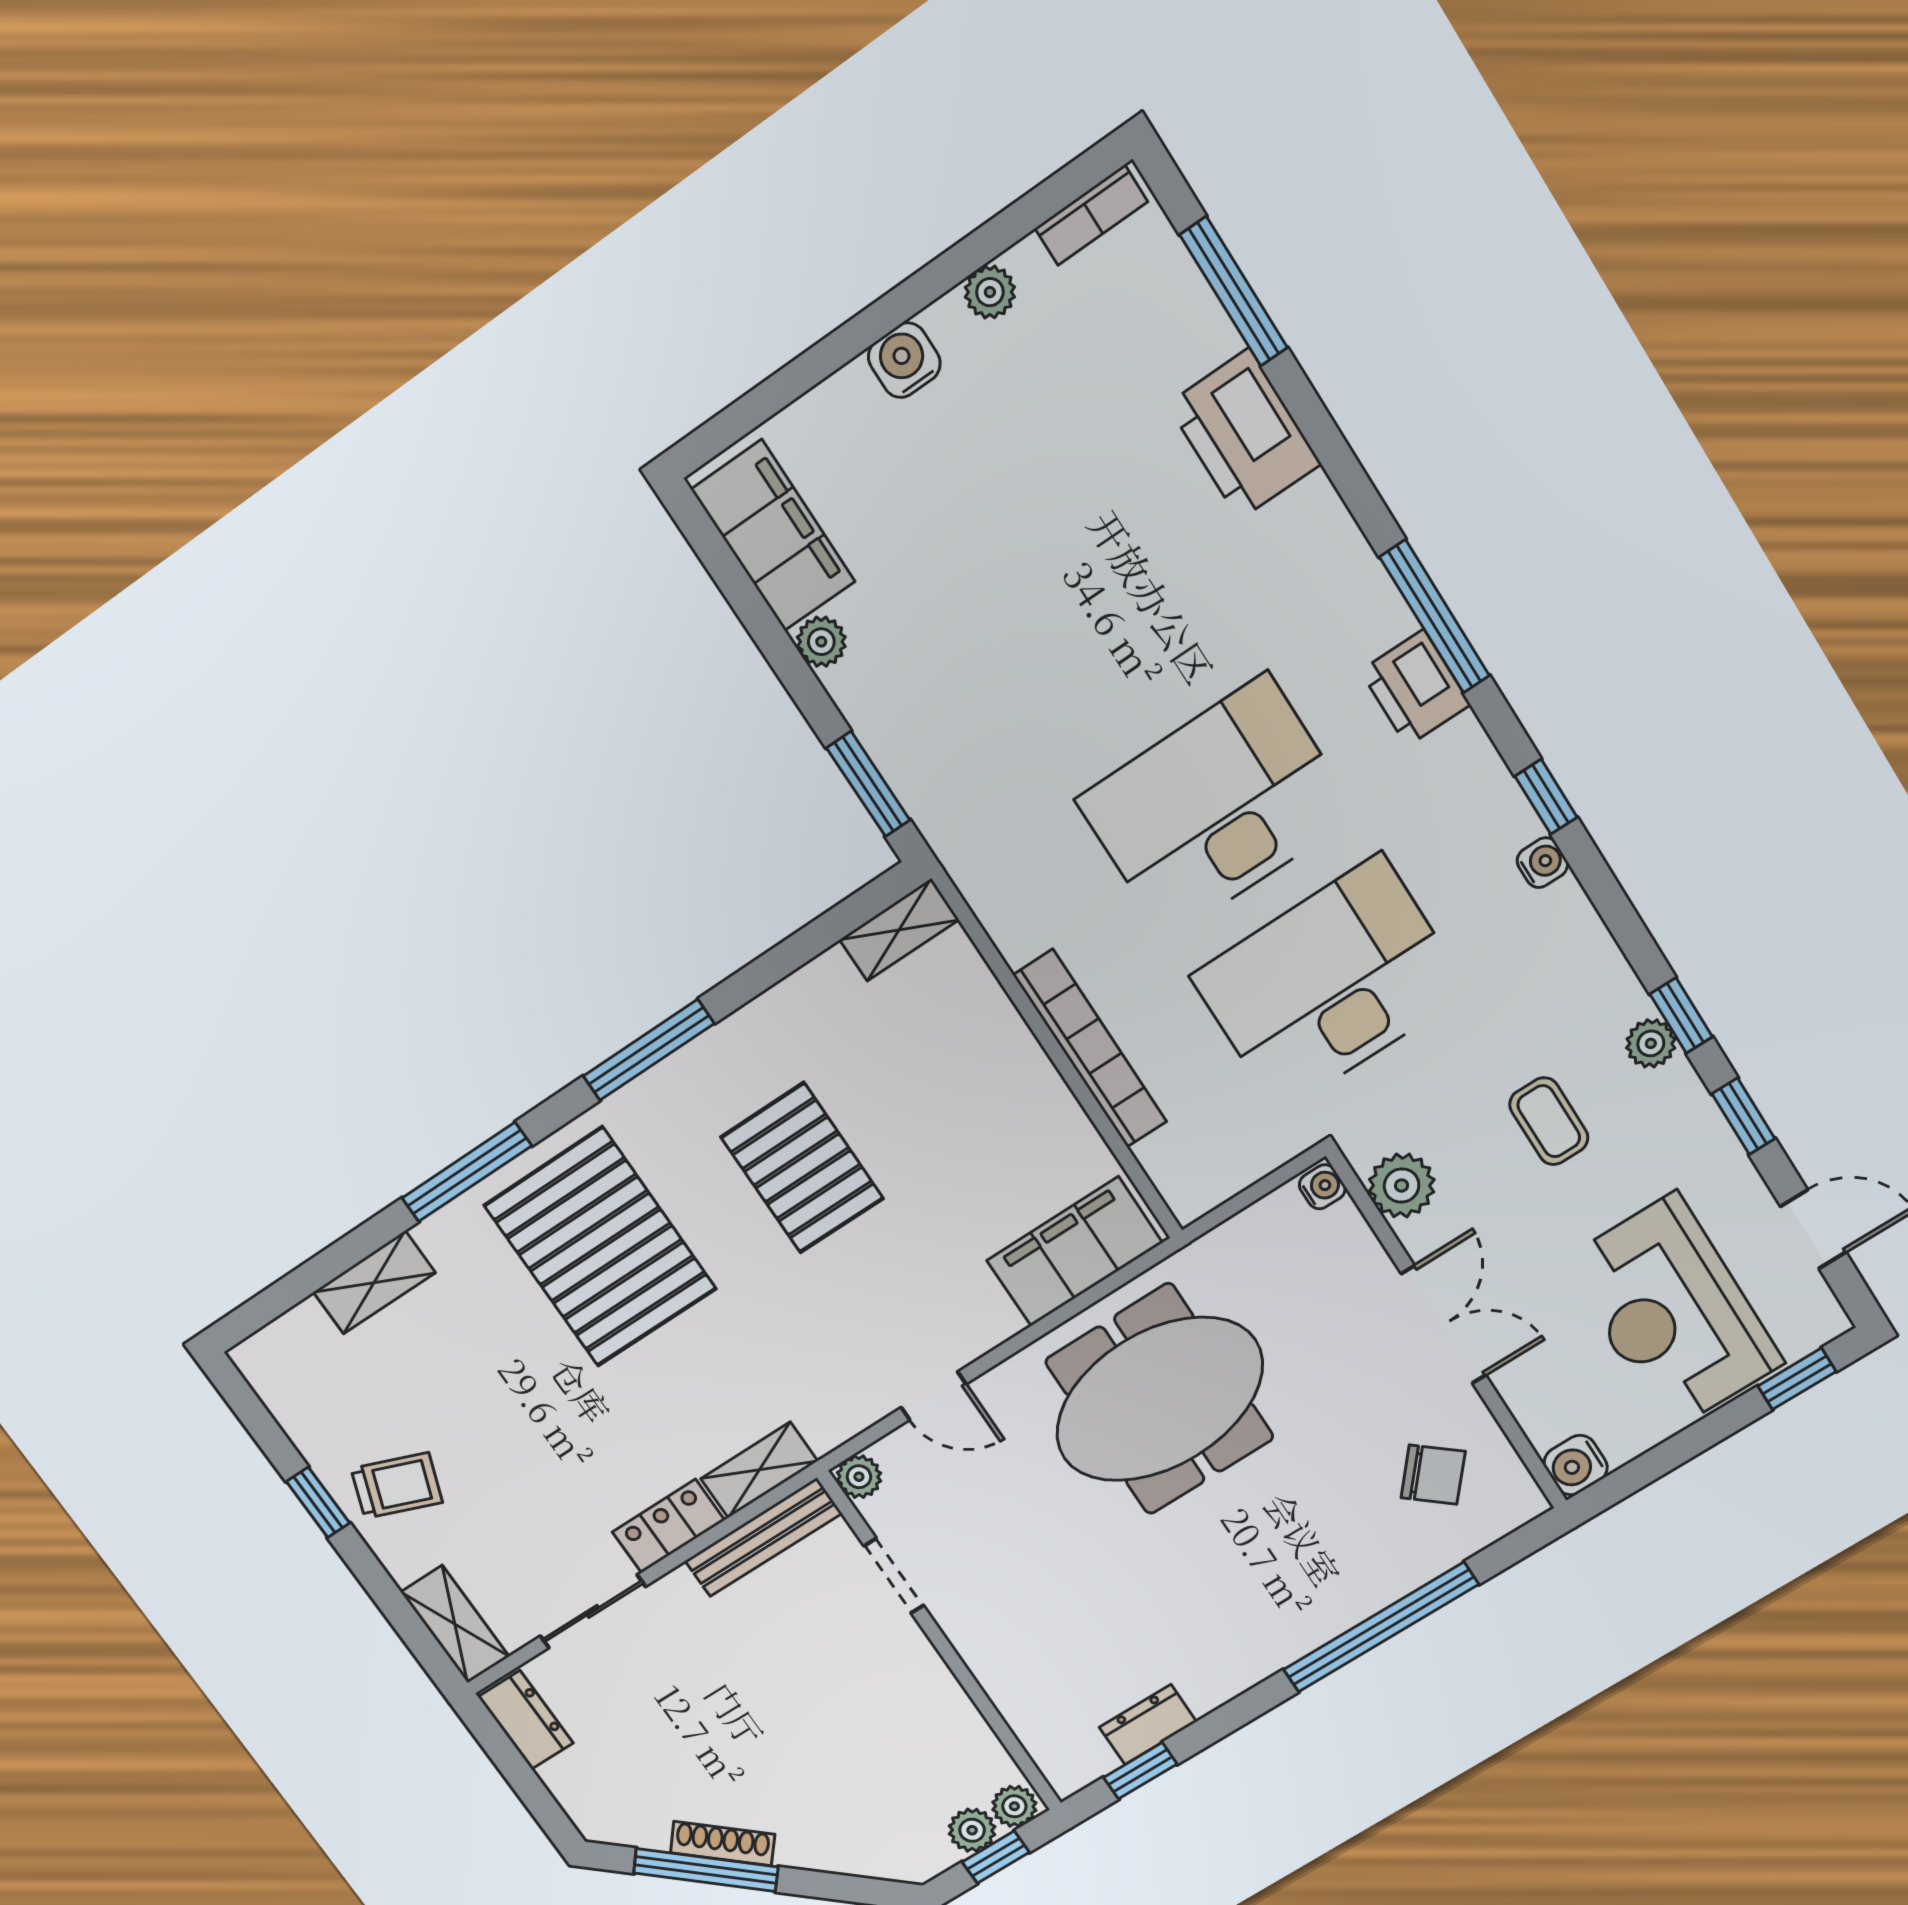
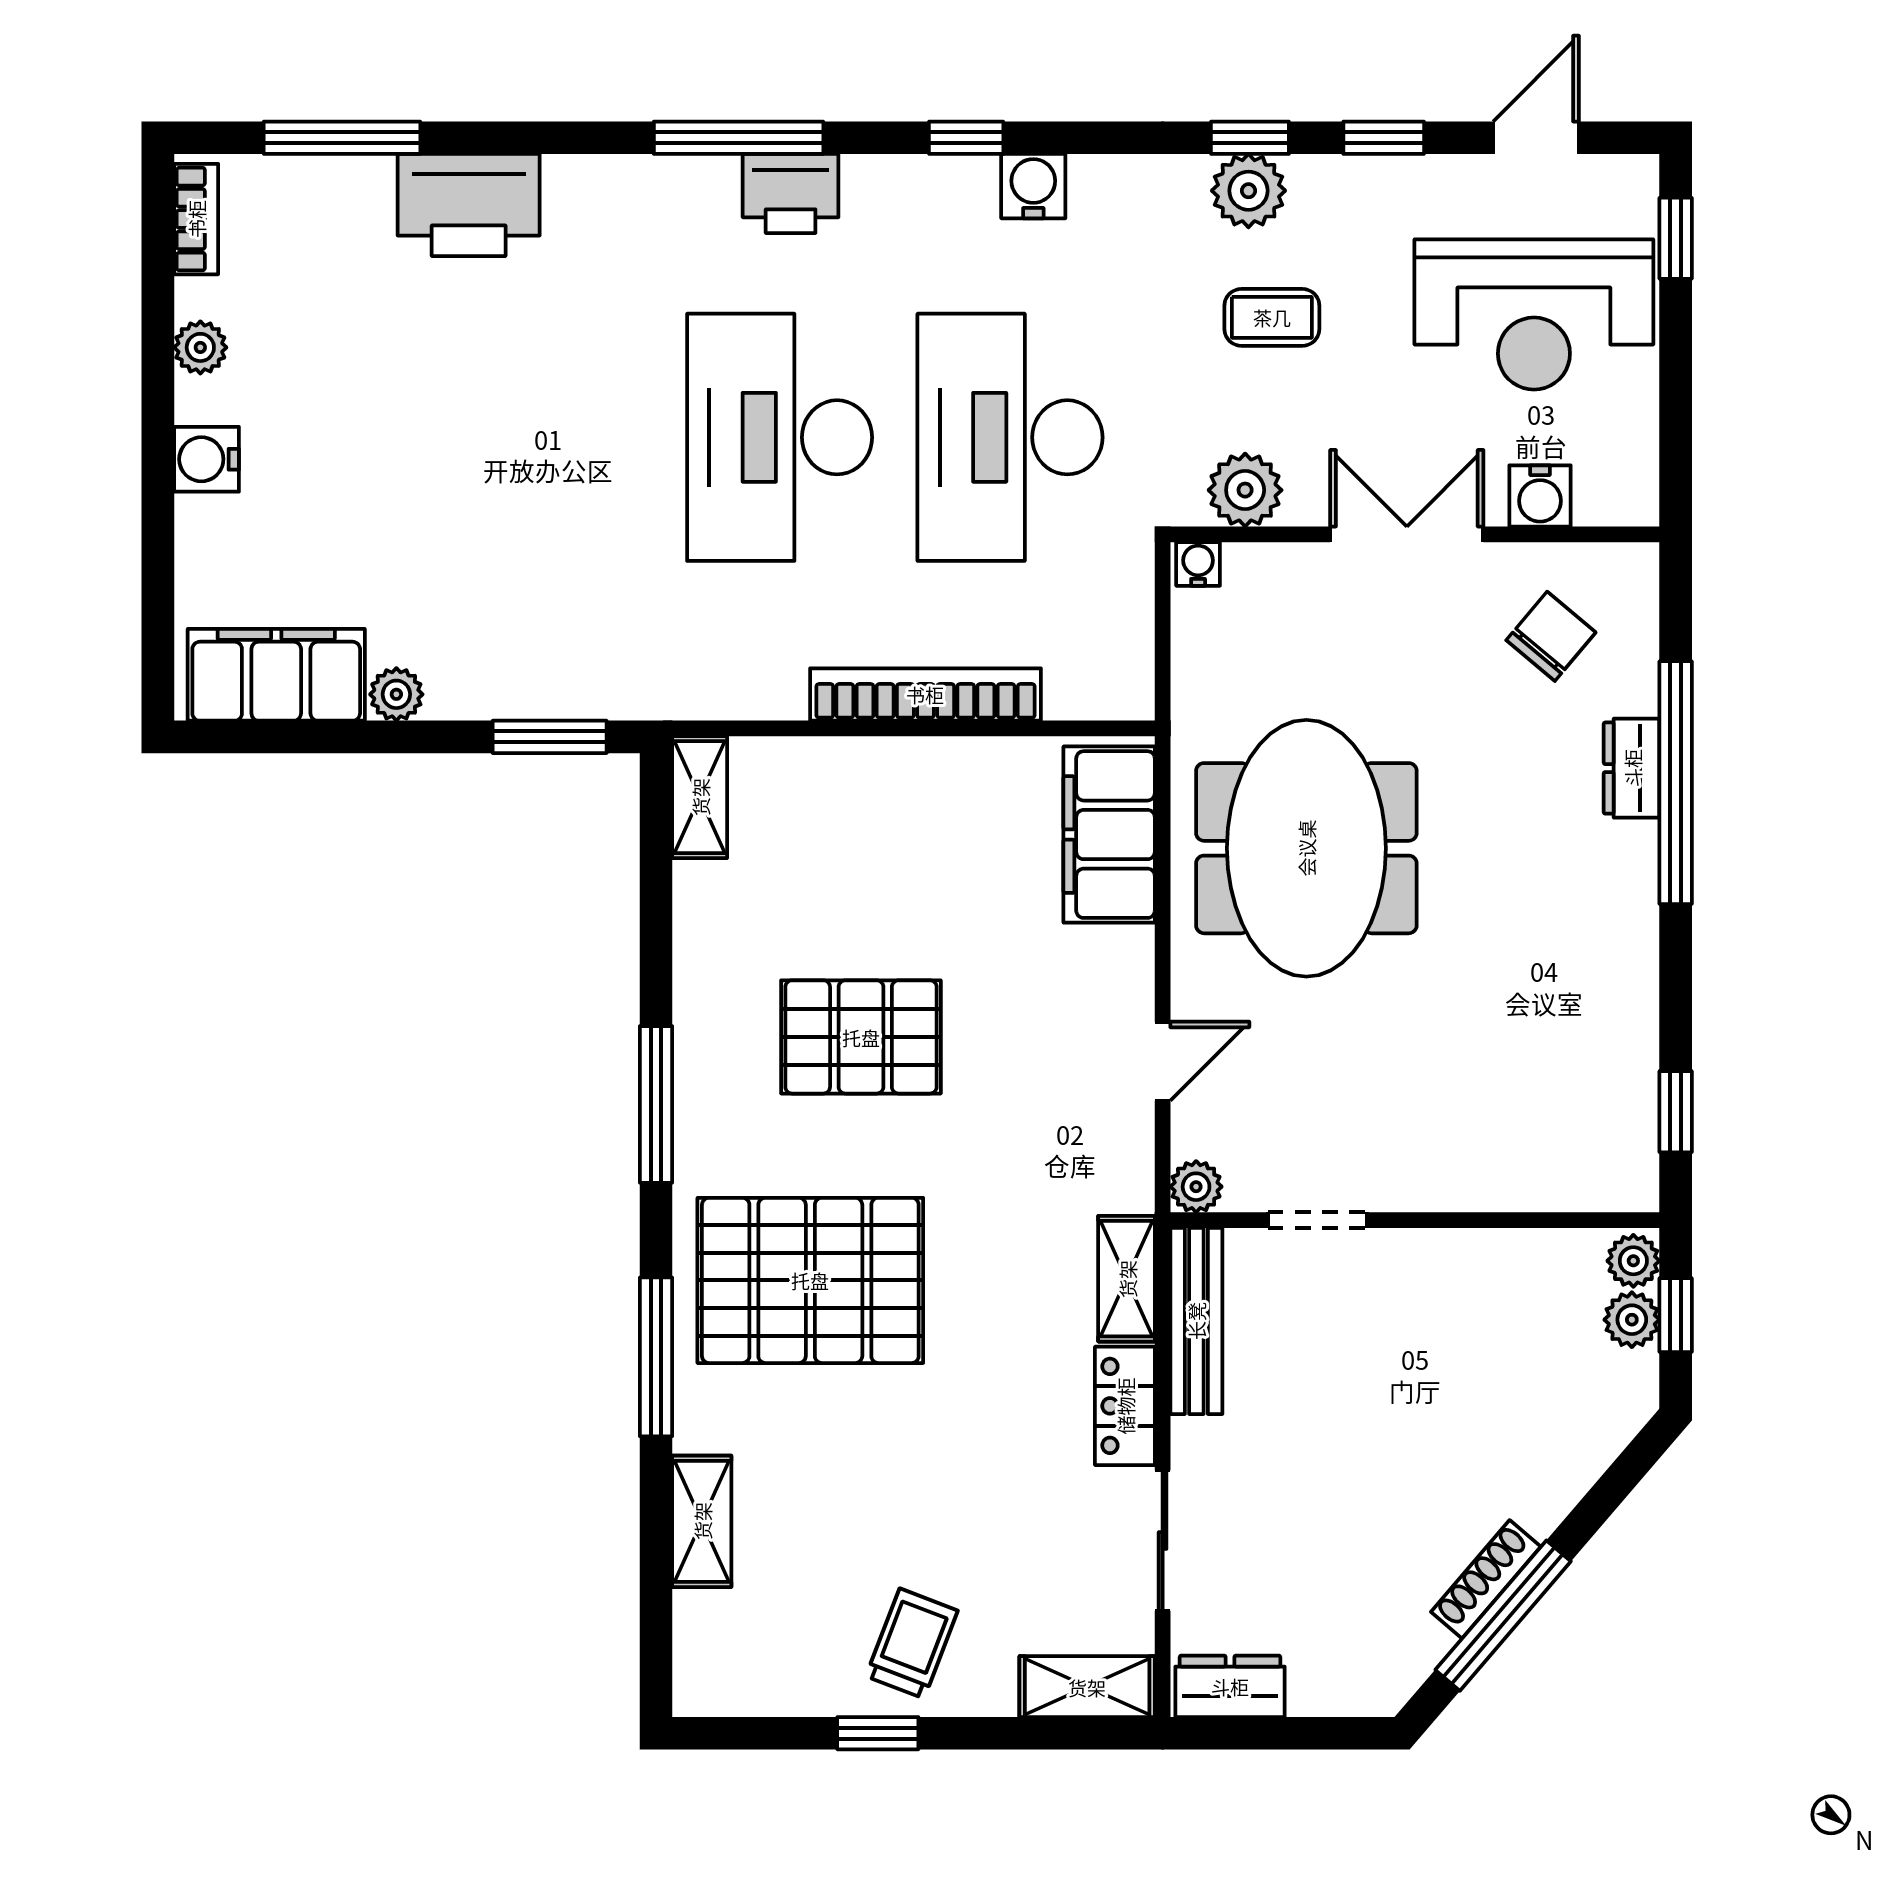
water cooler: (1542, 863) -> (1033, 186), width x1.38, depth x1.38
plant: (1651, 1043) -> (1248, 191), width x1.38, depth x1.38
water cooler: (1576, 1465) -> (1540, 496), moved
dresser: (1148, 1725) -> (1632, 768), moved

